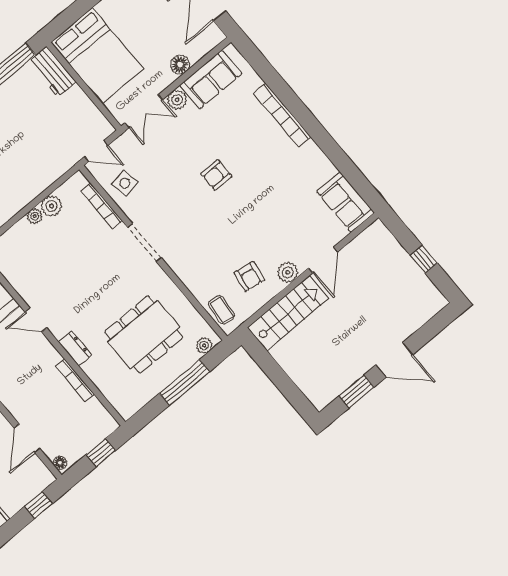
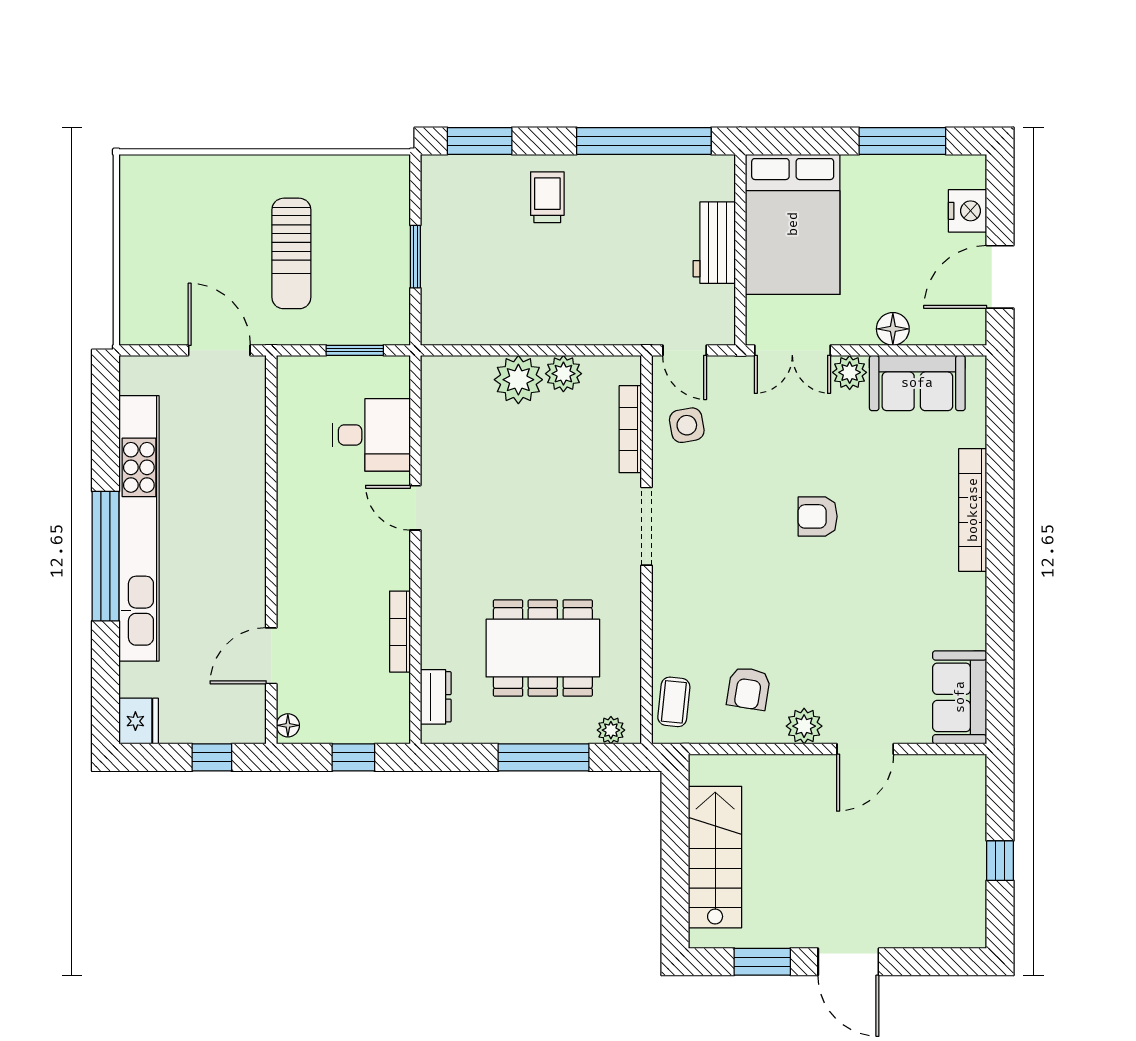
workbench: (52, 72) -> (714, 243), moved
plant: (35, 216) -> (518, 380), width x1.87, depth x1.87
stairs: (288, 313) -> (715, 857), moved, turned -90
dresser: (75, 349) -> (436, 697), moved

